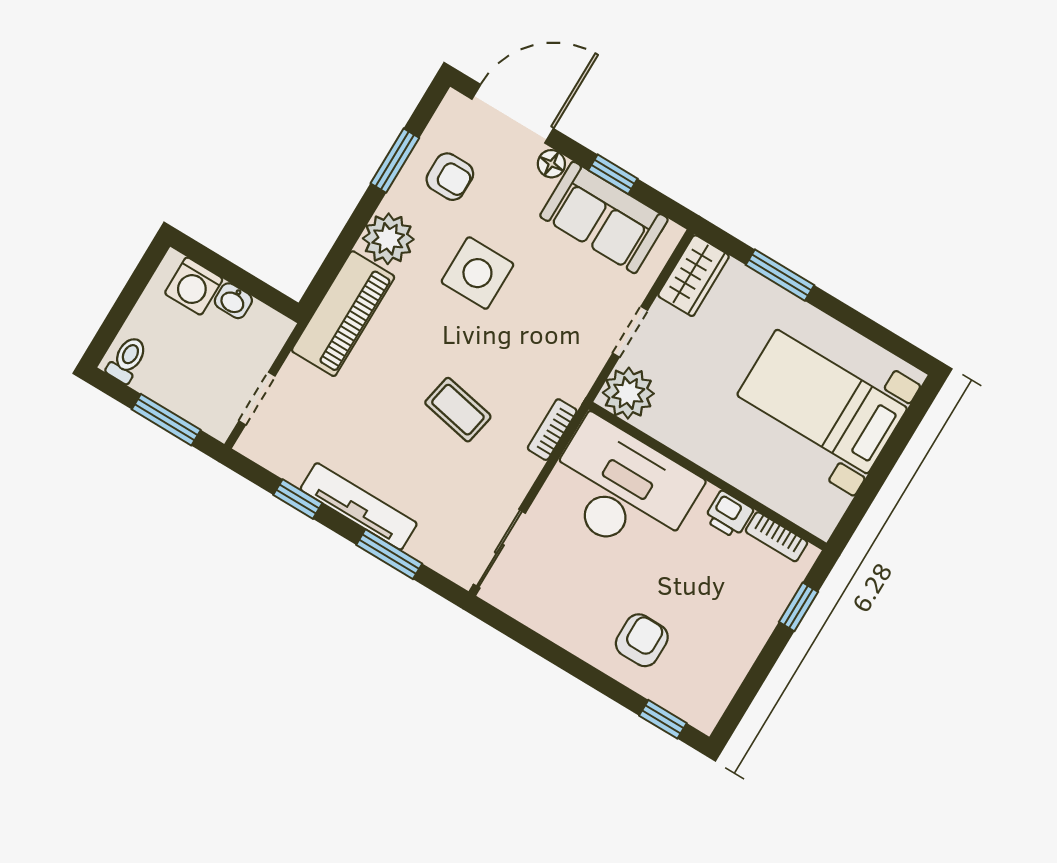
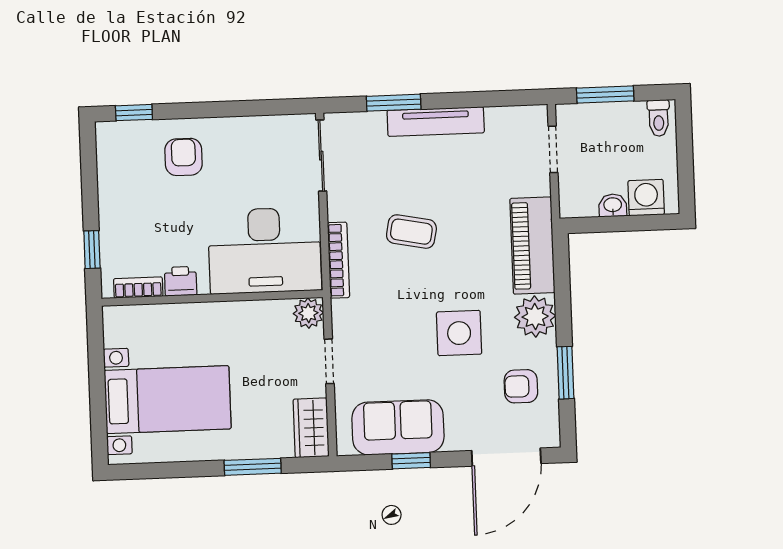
floor lamp: (551, 164) -> (458, 440), removed
plant: (628, 393) -> (308, 313), width x0.73, depth x0.73
bookcase: (552, 430) -> (338, 260), width x1.56
window: (298, 499) -> (480, 99), removed
armchair: (642, 640) -> (184, 157), turned 180

